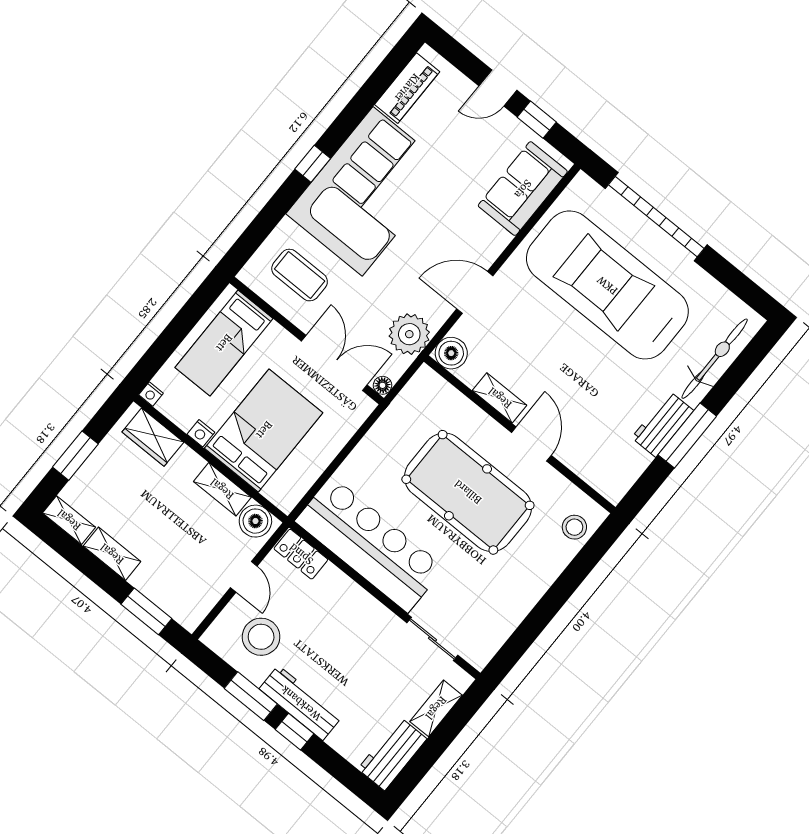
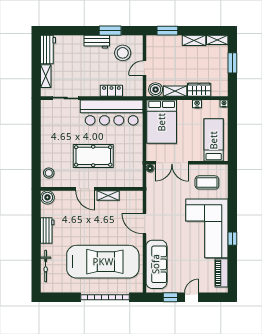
window: (313, 164) -> (232, 239), moved
sofa: (523, 189) -> (156, 264), width x1.36
door: (475, 292) -> (144, 224), swing flipped
plant: (409, 334) -> (155, 192), removed
boiler: (451, 353) -> (47, 197), moved
bicycle: (715, 359) -> (46, 266), width x0.73, depth x0.71
bed: (264, 430) -> (162, 122), moved
window: (687, 436) -> (36, 233), removed
wardrobe: (153, 437) -> (199, 90), moved
pool table: (468, 492) -> (93, 156), width x0.73, depth x0.76
locker: (301, 554) -> (111, 91), moved
door: (244, 577) -> (144, 68), hinge flipped
workbench: (301, 703) -> (97, 42), width x0.73
window: (294, 732) -> (86, 31), removed

